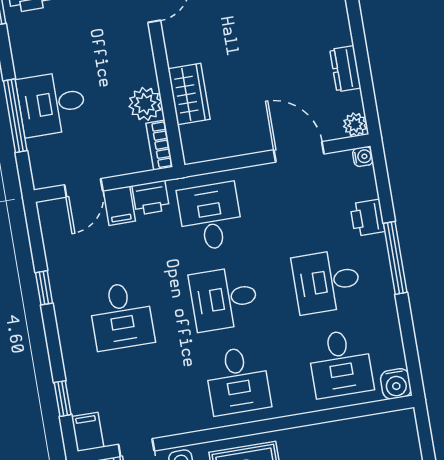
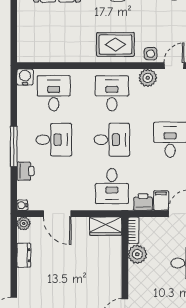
wardrobe: (189, 94) -> (106, 226), moved, turned -90
plant: (179, 418) -> (148, 78), added

